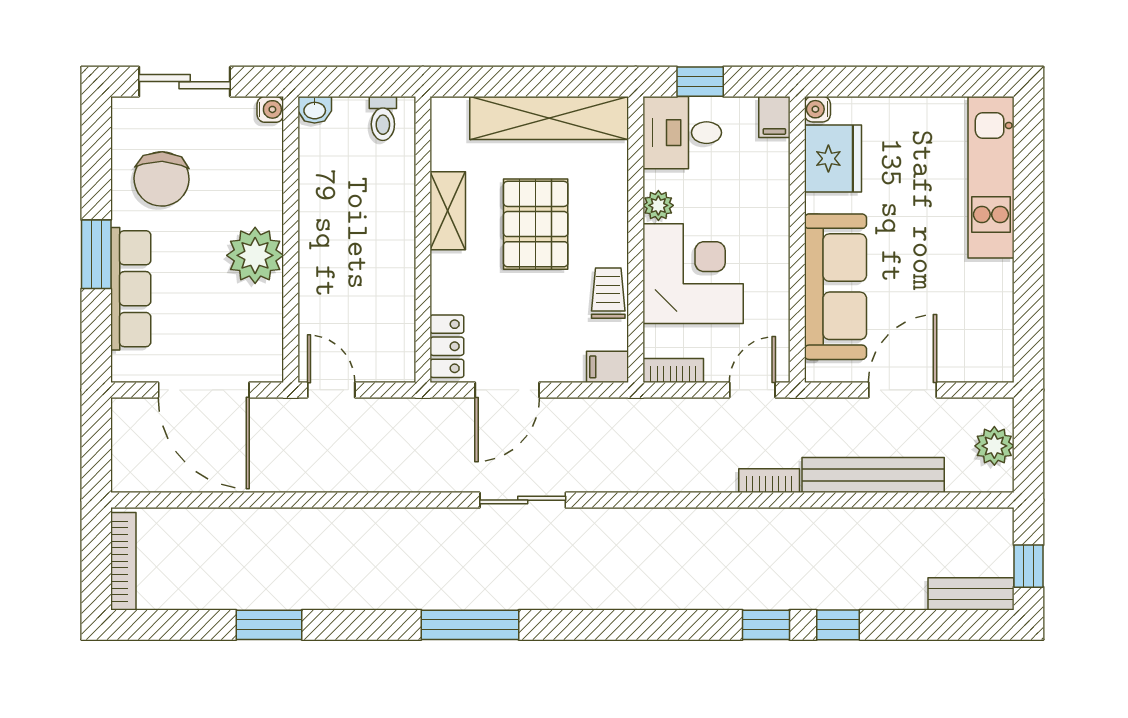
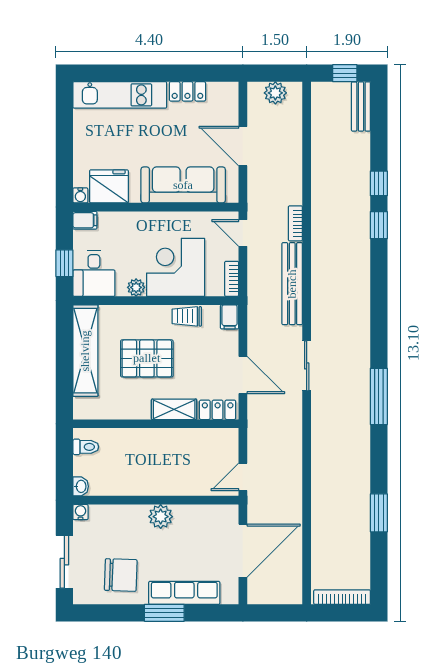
shelving: (448, 211) -> (174, 409), moved
plant: (255, 255) -> (161, 517), width x0.73, depth x0.73
locker: (997, 294) -> (187, 91), added
bench: (873, 475) -> (292, 284), moved

